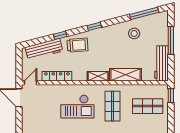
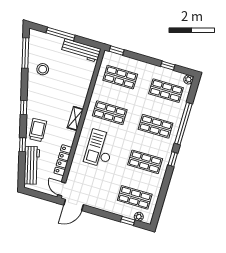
shelving: (126, 75) -> (82, 90), removed
checkout: (77, 106) -> (100, 149), turned 180
shop shelf: (148, 106) -> (120, 77), turned 90

